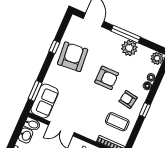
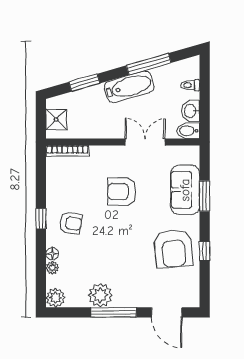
armchair: (107, 78) -> (122, 192), moved
window: (35, 91) -> (205, 196), moved
sofa: (45, 101) -> (185, 190), moved
coffee table: (117, 122) -> (72, 186), removed

